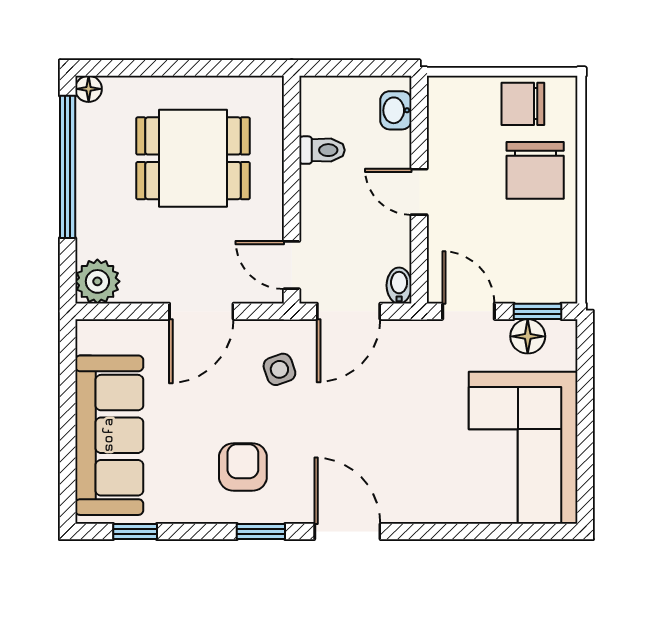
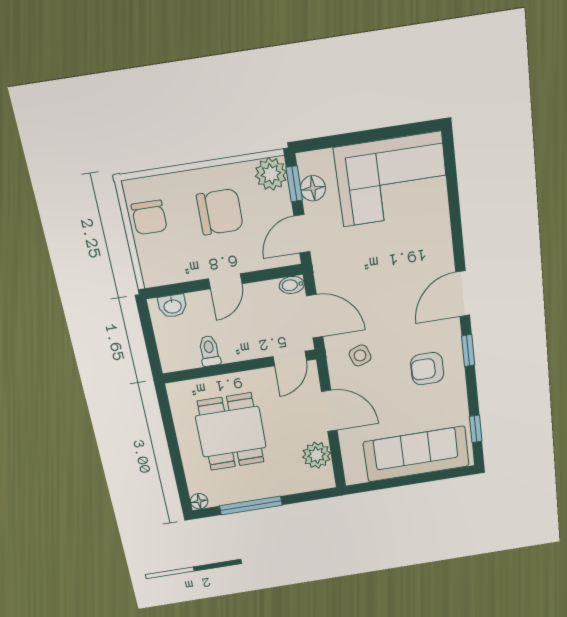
window: (68, 167) -> (251, 505), width x0.68
chair: (535, 170) -> (220, 212), moved
plant: (97, 281) -> (317, 455), moved
plant: (555, 281) -> (271, 174), added

